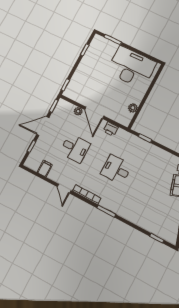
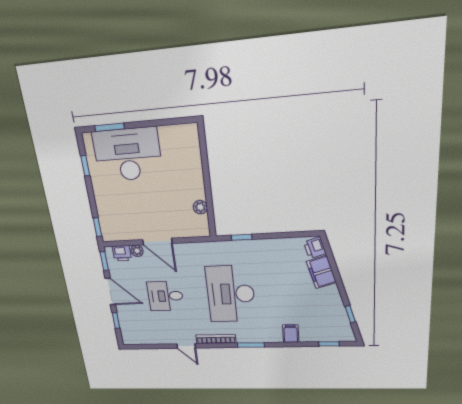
desk: (131, 67) -> (128, 155), moved
door: (43, 126) -> (110, 291), swing flipped
printer: (111, 129) -> (122, 253), moved
desk: (75, 148) -> (165, 296), turned 180
filing cabinet: (45, 169) -> (291, 334), moved
desk: (116, 169) -> (231, 294), width x1.87, depth x1.30

